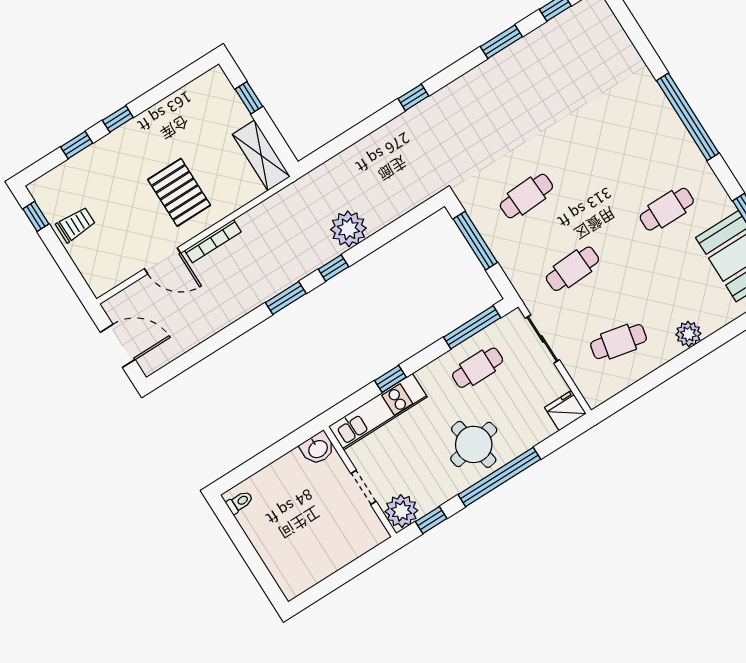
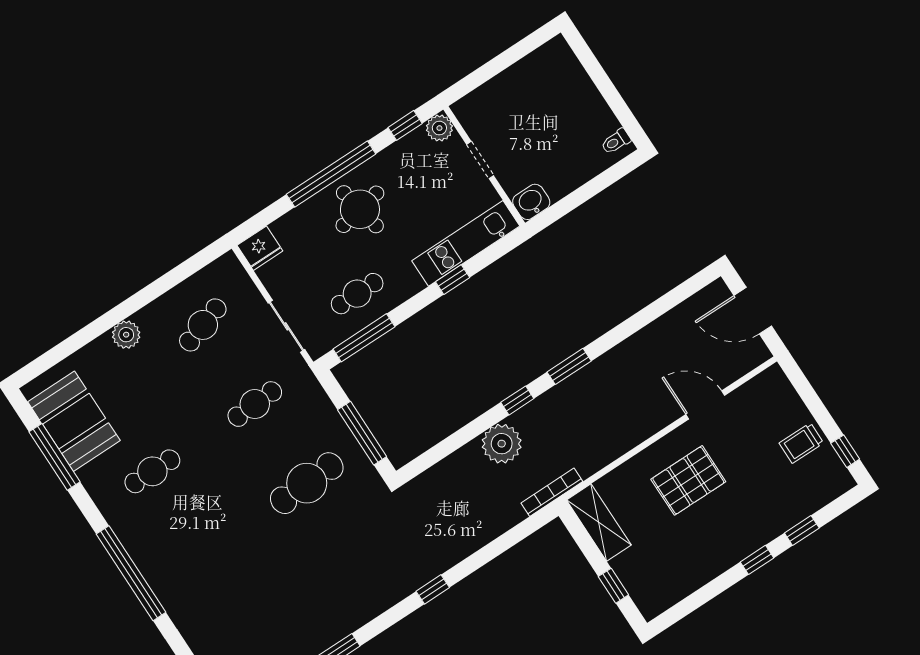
pallet: (179, 192) -> (688, 480), turned 90
cafe table: (526, 196) -> (307, 483), width x1.37, depth x1.35
bookcase: (213, 241) -> (552, 492), moved
cafe table: (619, 342) -> (203, 325), turned -30
plant: (401, 511) -> (439, 128), width x0.73, depth x0.73

